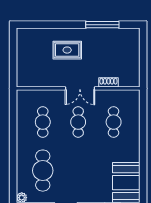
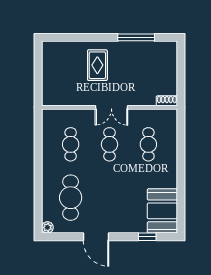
rug: (67, 50) -> (97, 65), turned 90
shoe rack: (108, 82) -> (167, 101), moved

